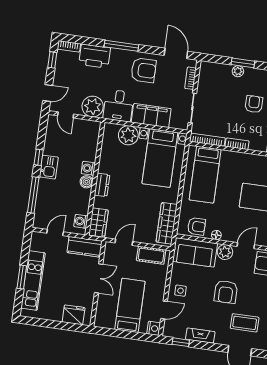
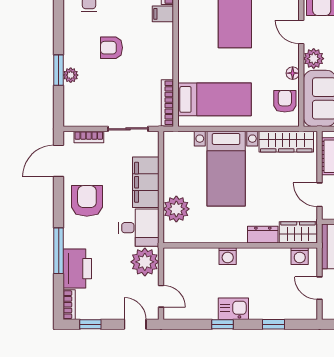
window: (121, 46) -> (59, 251), moved
door: (66, 115) -> (161, 296), hinge flipped
bookcase: (237, 144) -> (167, 63), removed
bed with nightstands: (160, 158) -> (226, 169), moved, turned 90
boiler: (86, 182) -> (246, 256), removed
dresser: (102, 185) -> (263, 235), moved
window: (33, 195) -> (274, 324), width x0.46

